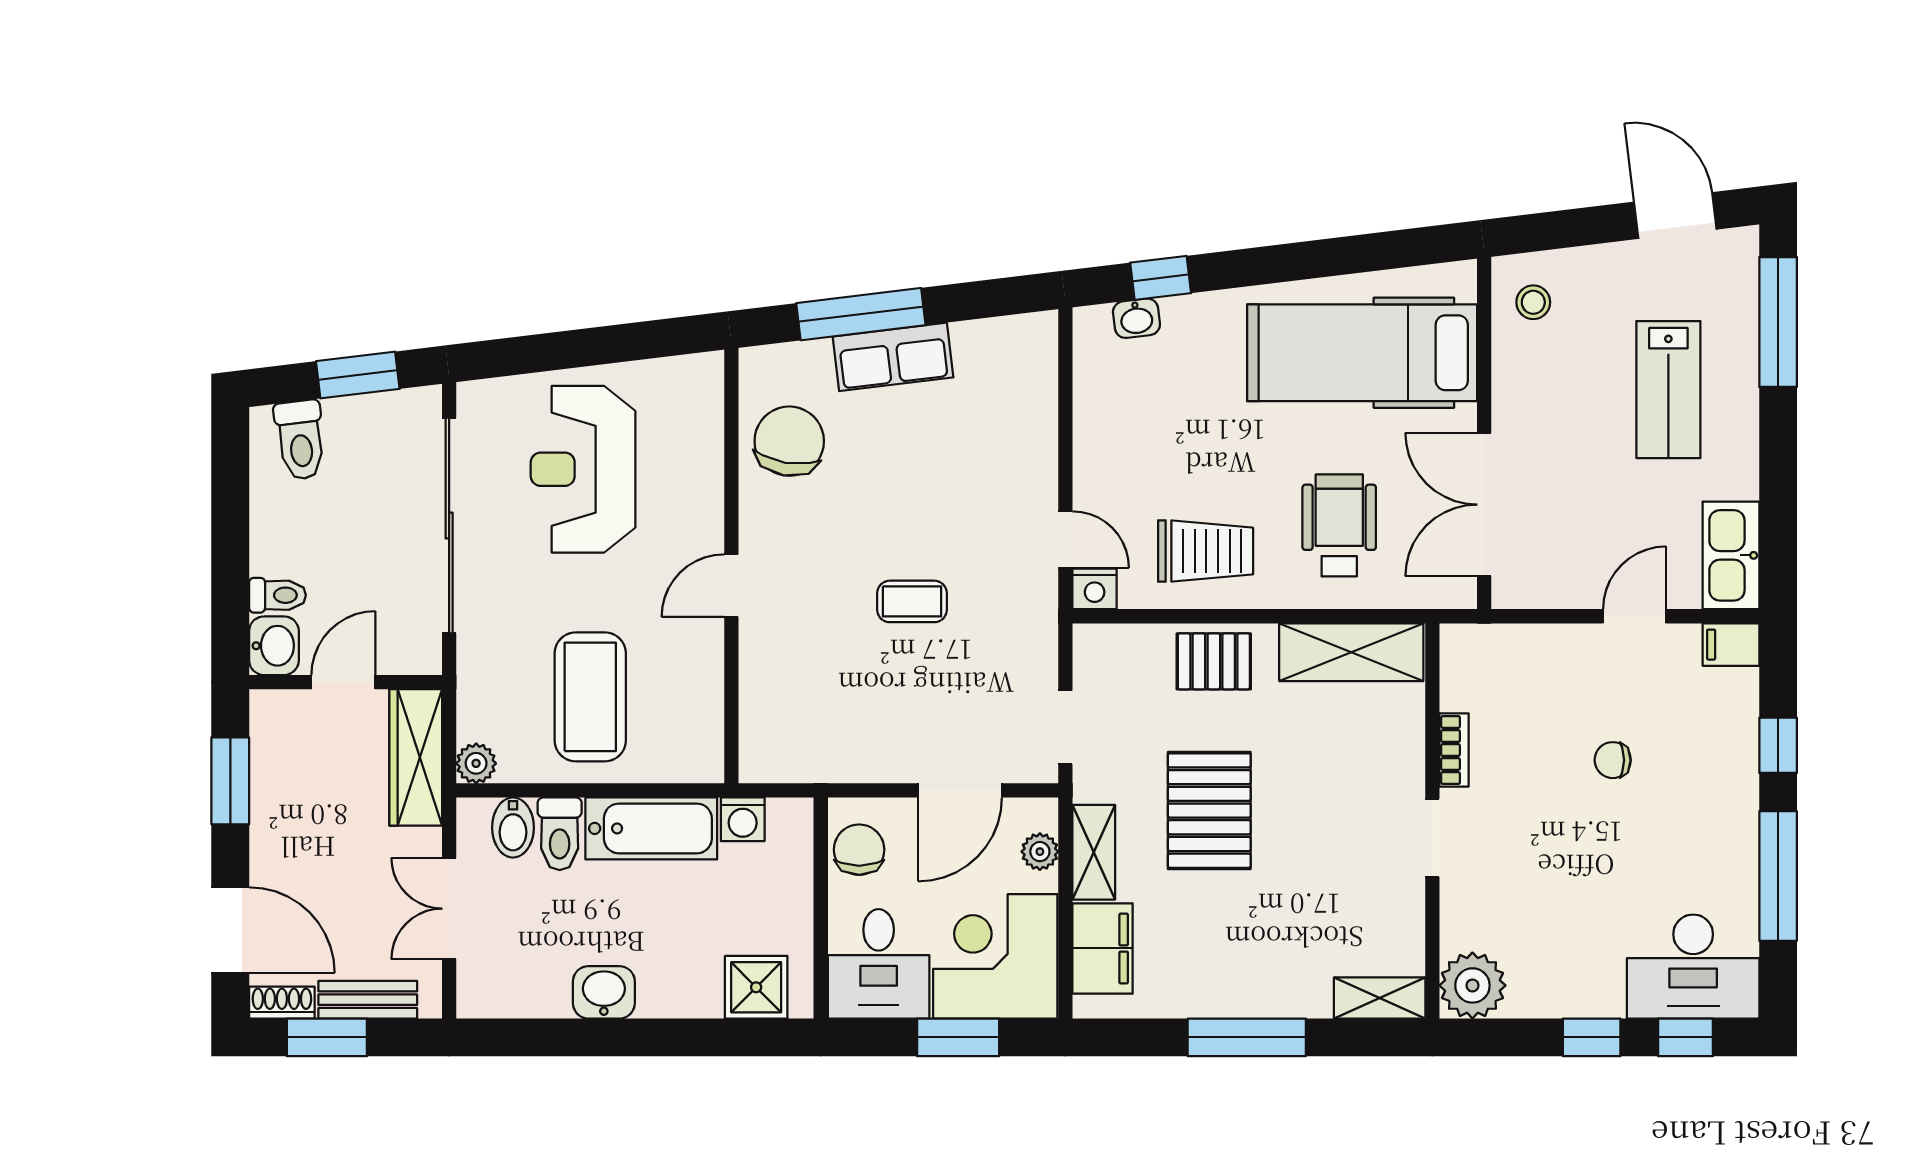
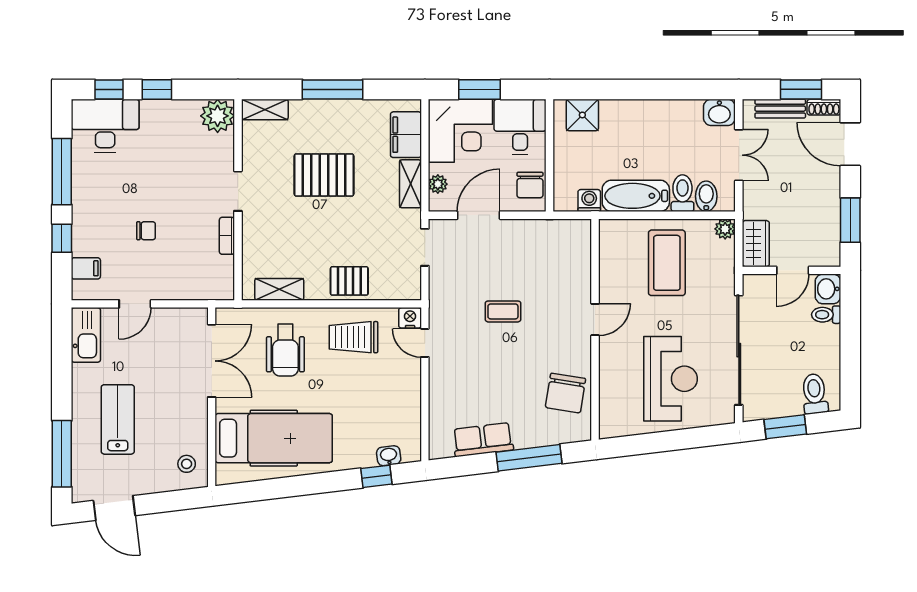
row of seats: (893, 357) -> (483, 440), moved
filing cabinet: (1731, 645) -> (86, 268), moved
shelving: (1351, 652) -> (279, 289), width x0.67, depth x0.75
wardrobe: (416, 757) -> (756, 244), width x0.67
pallet: (1209, 811) -> (324, 175), moved, turned 90
washbasin: (604, 992) -> (719, 112), moved

